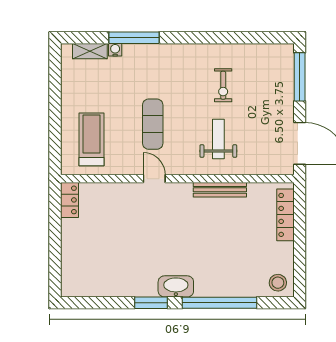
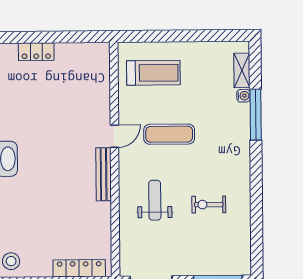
weight bench: (218, 139) -> (155, 200), turned -90
bench: (220, 190) -> (104, 174), moved
locker: (69, 200) -> (36, 52), moved

